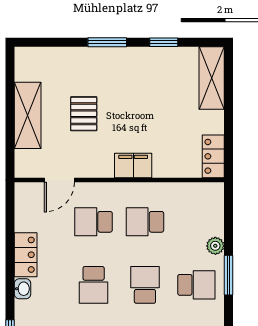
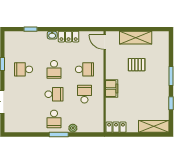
door: (59, 180) -> (105, 42), moved
school desk: (94, 222) -> (84, 69), turned 90
school desk: (94, 285) -> (54, 69), turned -90

